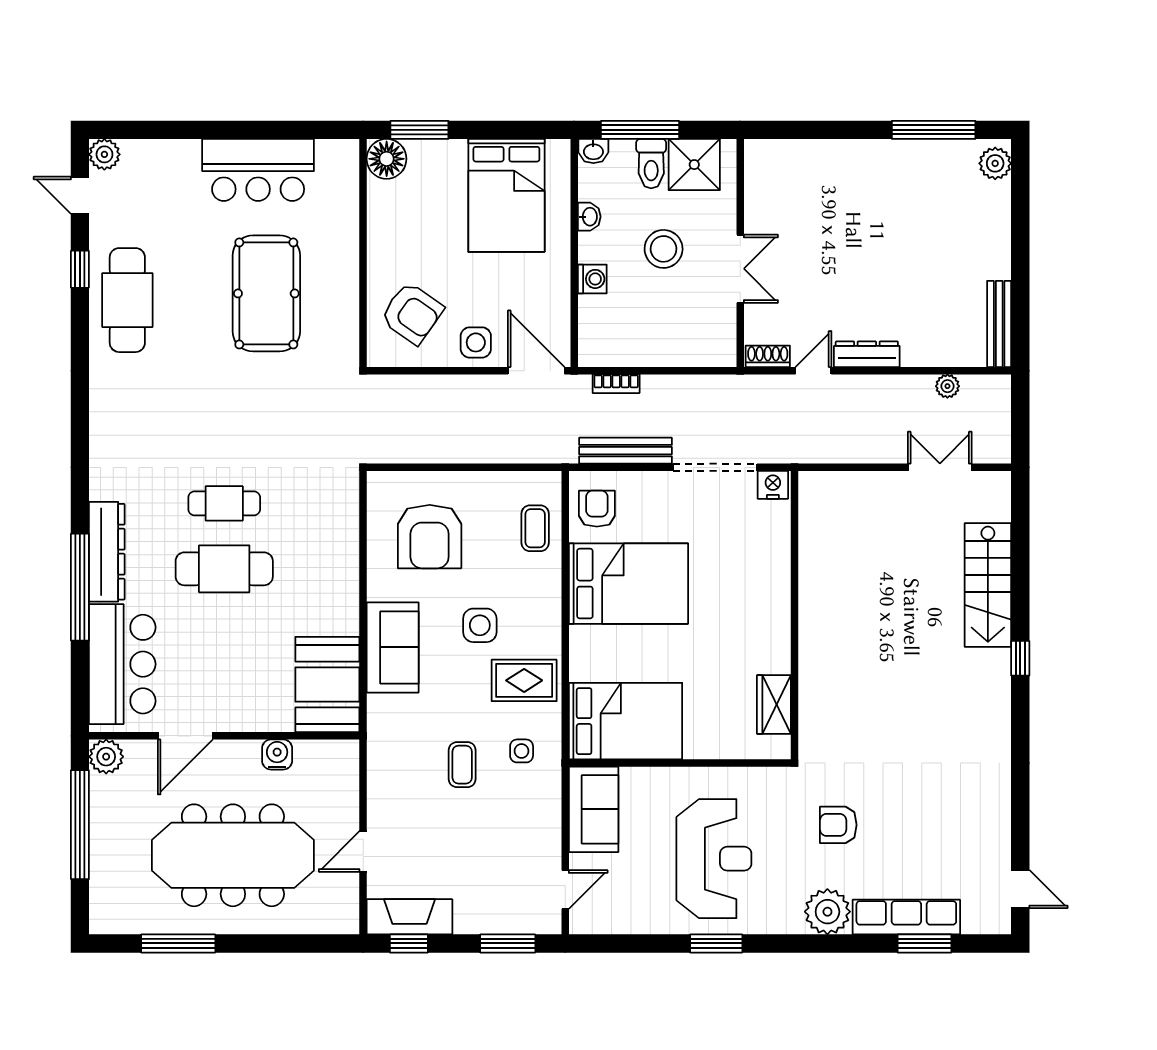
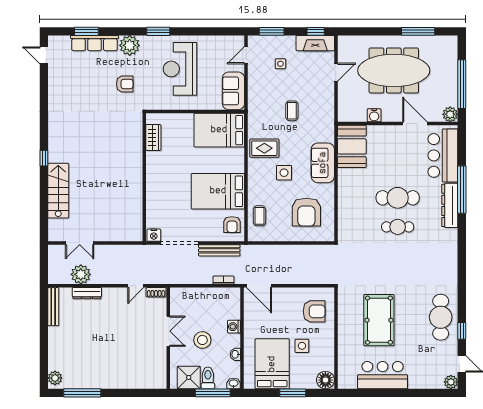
window: (419, 130) -> (293, 393), moved
double door: (740, 269) -> (168, 331), swing flipped
armchair: (412, 313) -> (314, 311), turned 145
side table: (476, 342) -> (302, 346), moved
dresser: (867, 354) -> (87, 293), moved
plant: (947, 386) -> (81, 274), width x1.88, depth x1.88
armchair: (430, 537) -> (306, 212), turned 180
door: (185, 736) -> (415, 124), hinge flipped
side table: (522, 751) -> (280, 64), moved
window: (716, 943) -> (158, 31), moved

